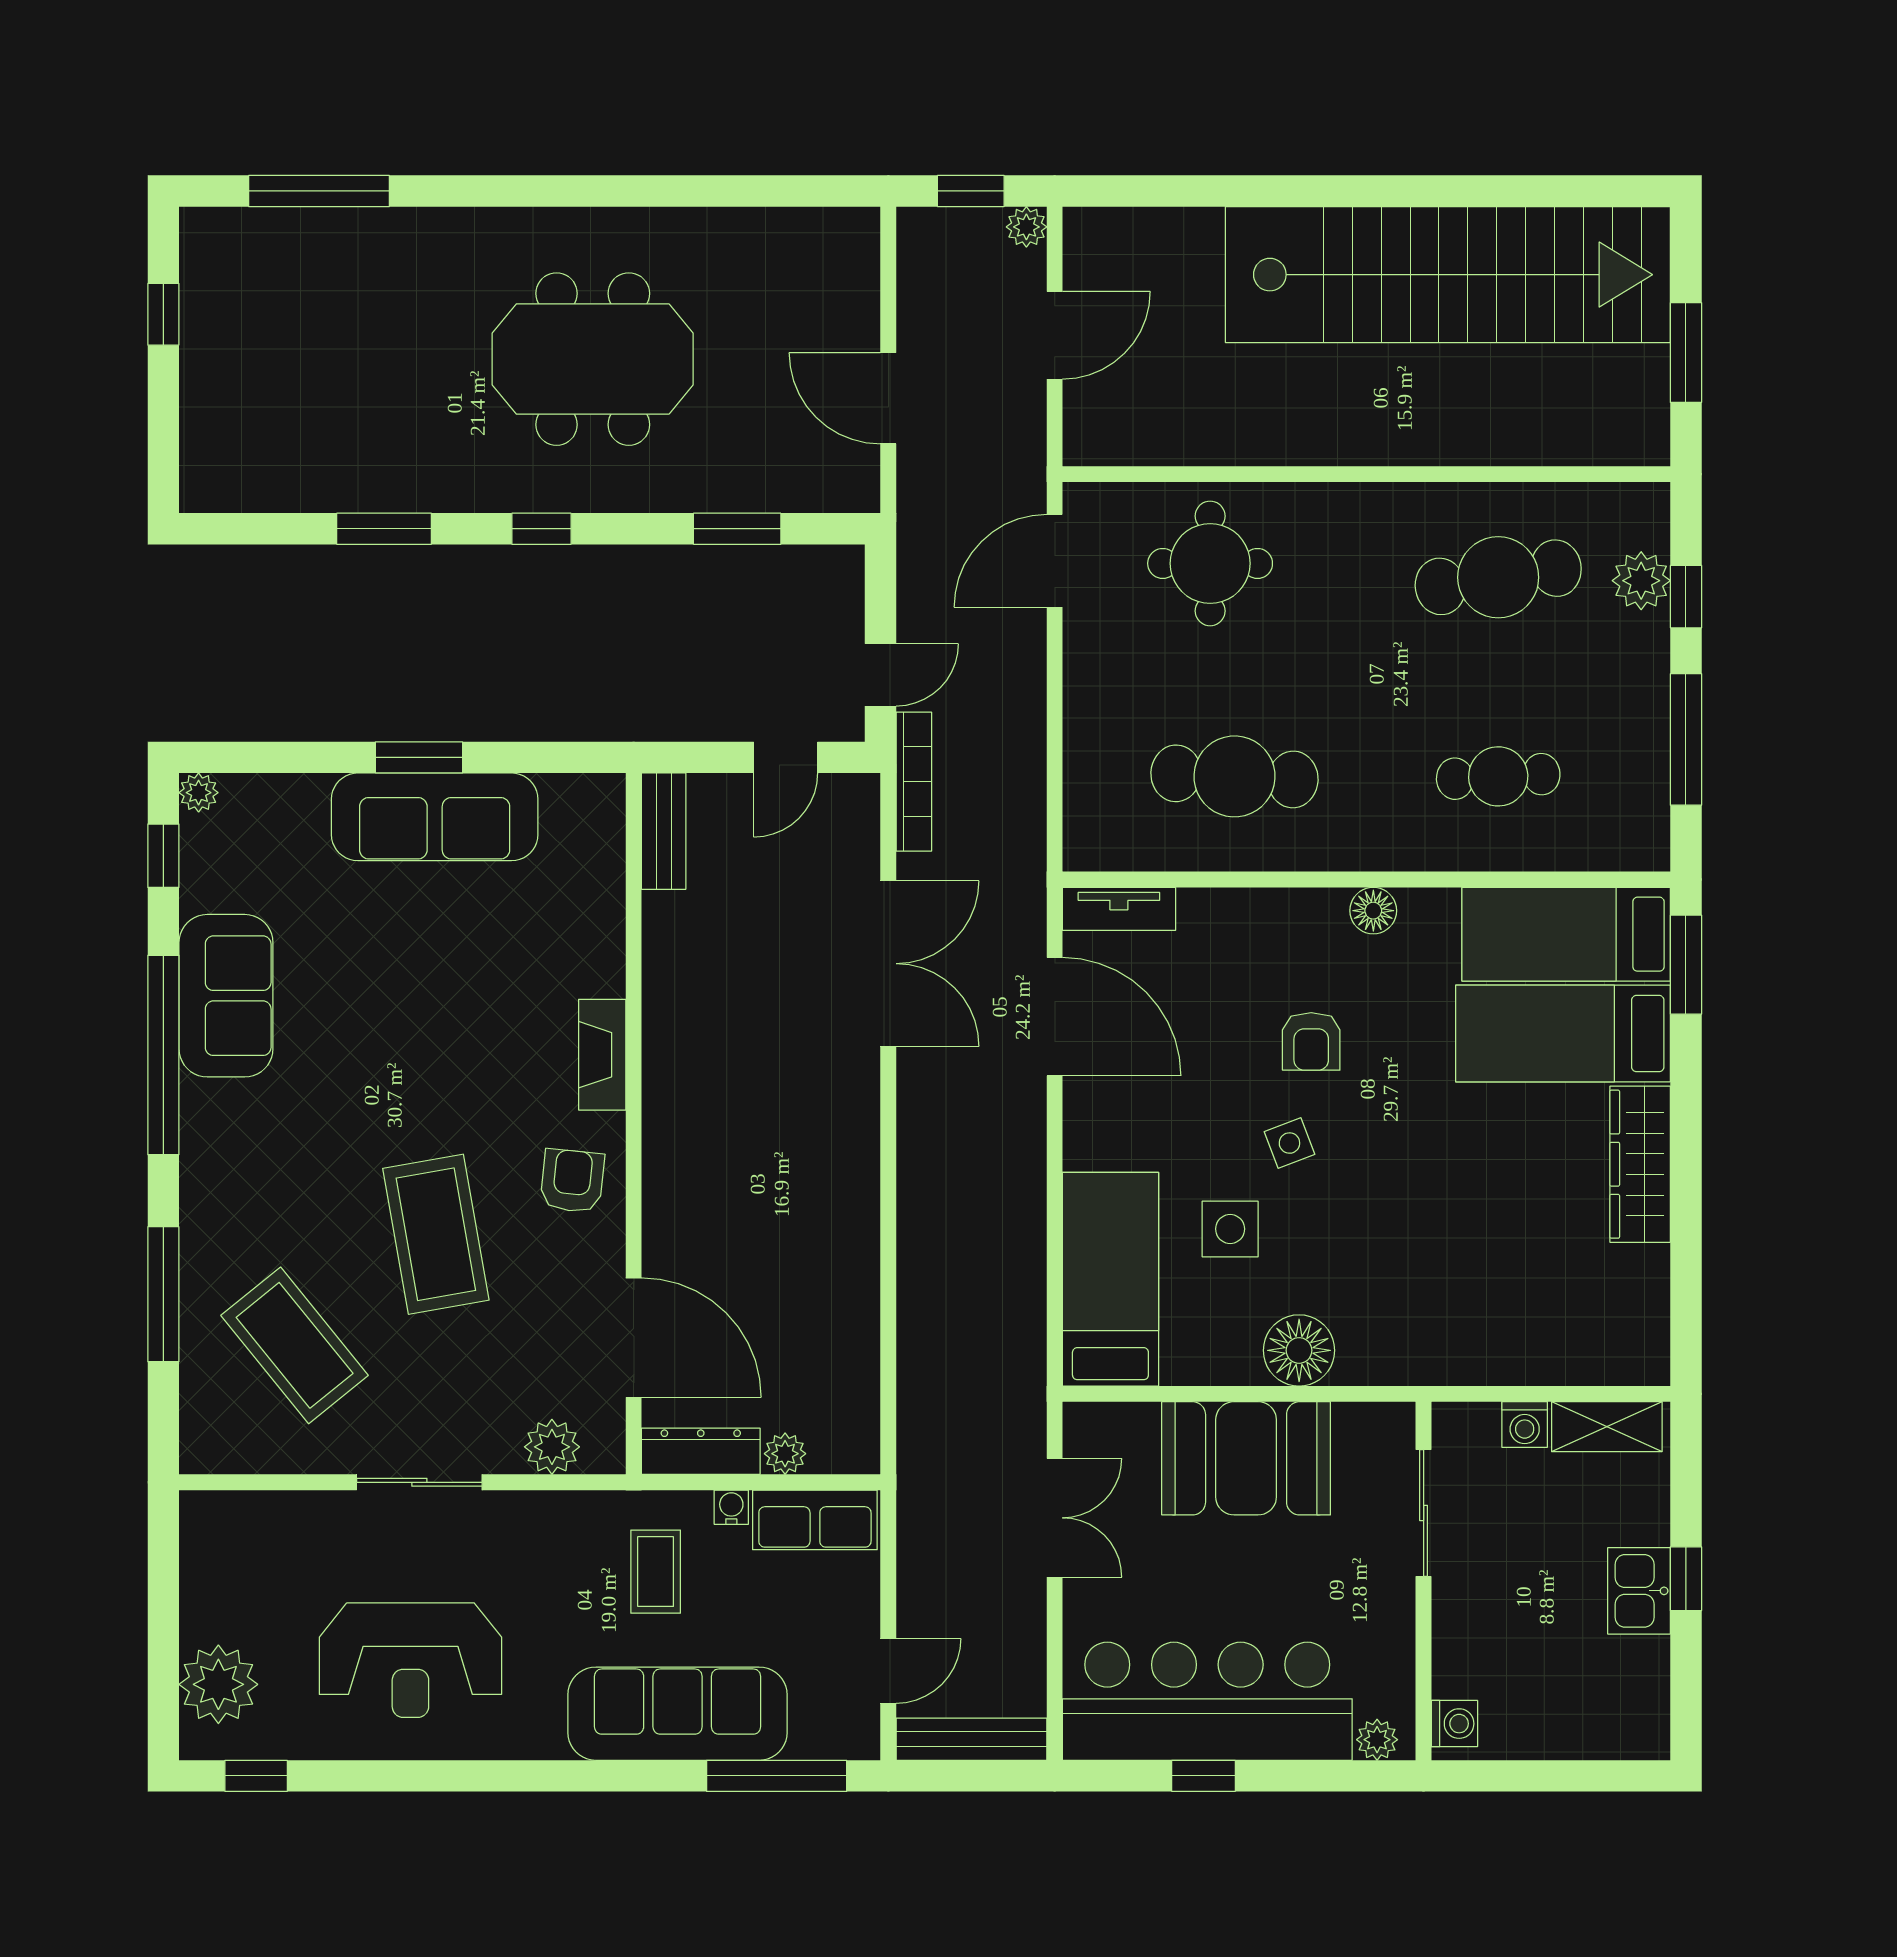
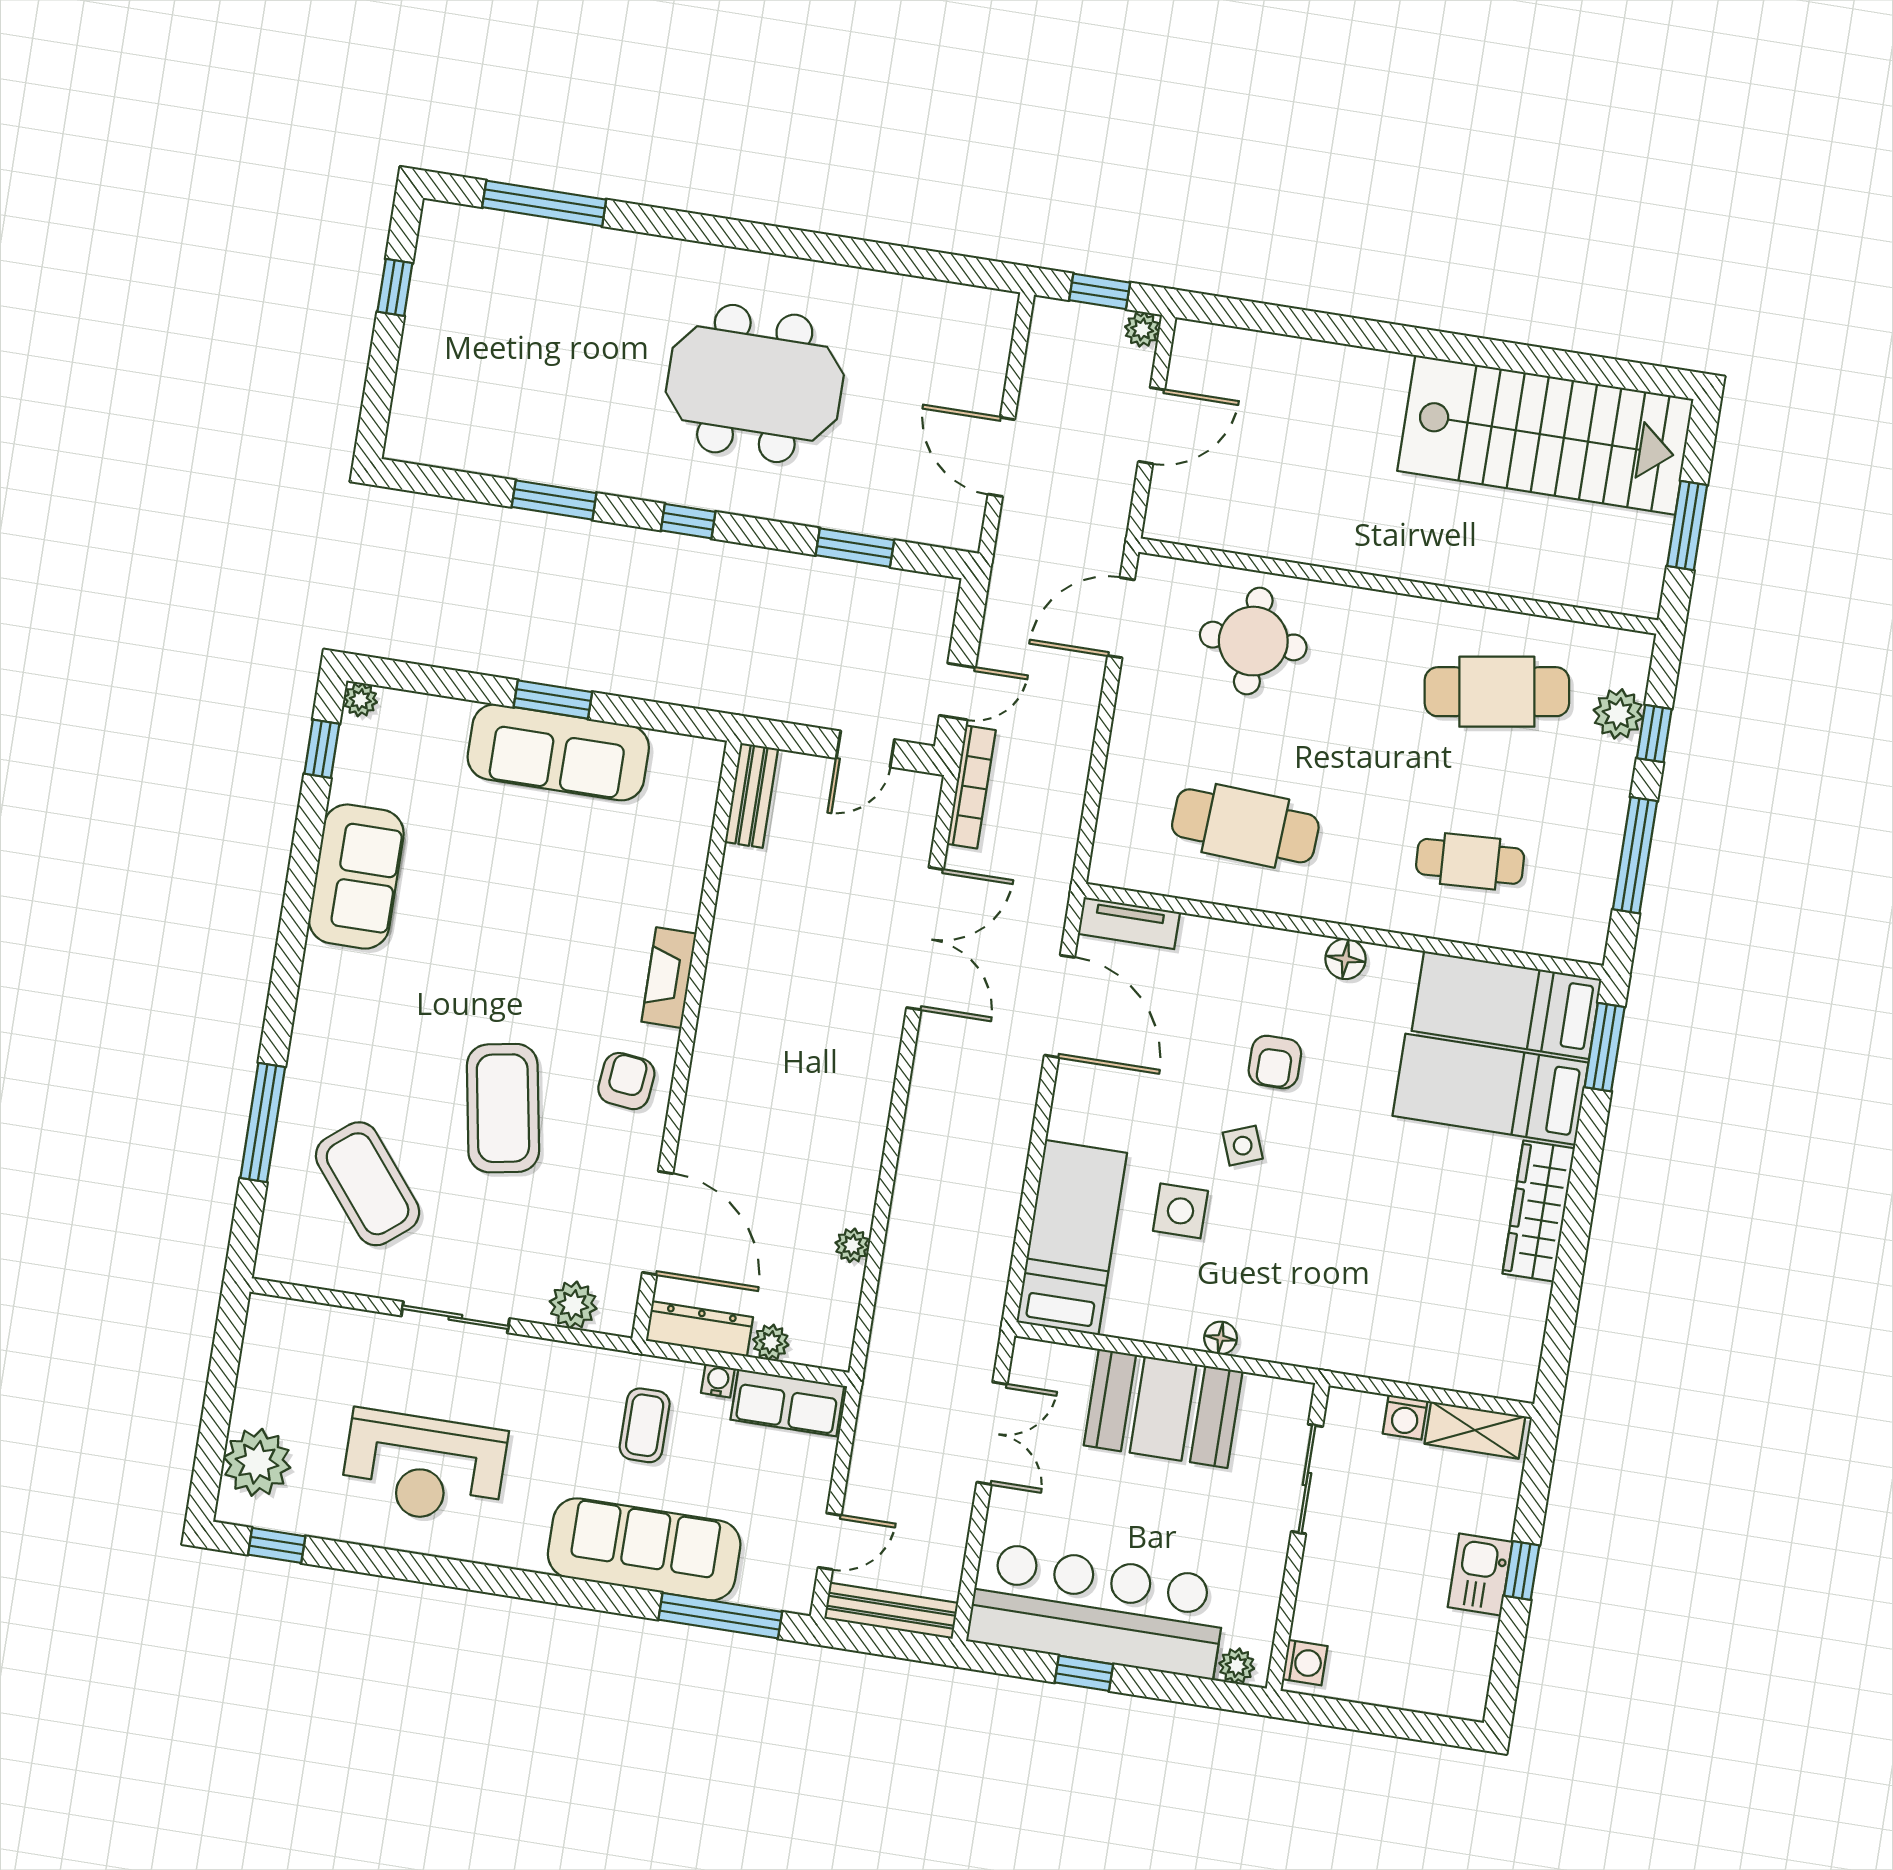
stairs: (1448, 275) -> (1545, 435), width x0.73
window: (163, 1055) -> (295, 919), removed
plant: (861, 1328) -> (852, 1245), added
floor lamp: (1299, 1350) -> (1221, 1338), width x0.53, depth x0.53

